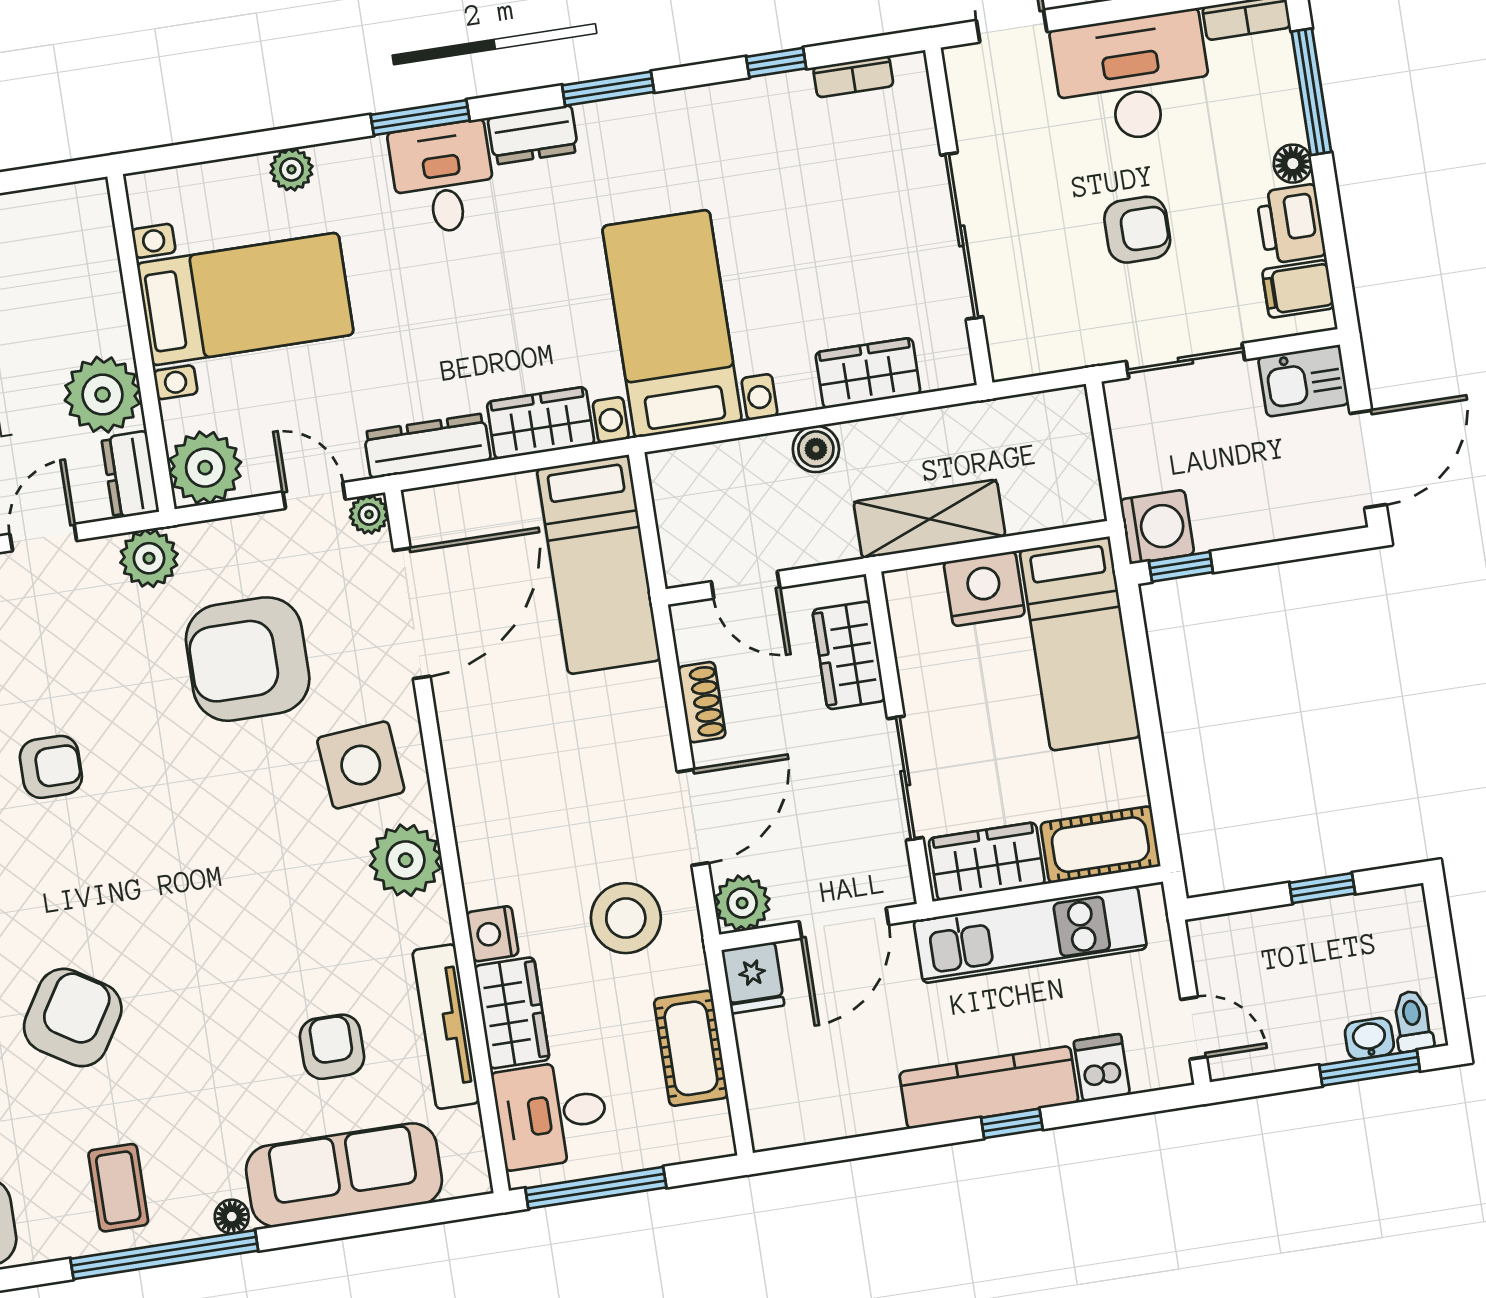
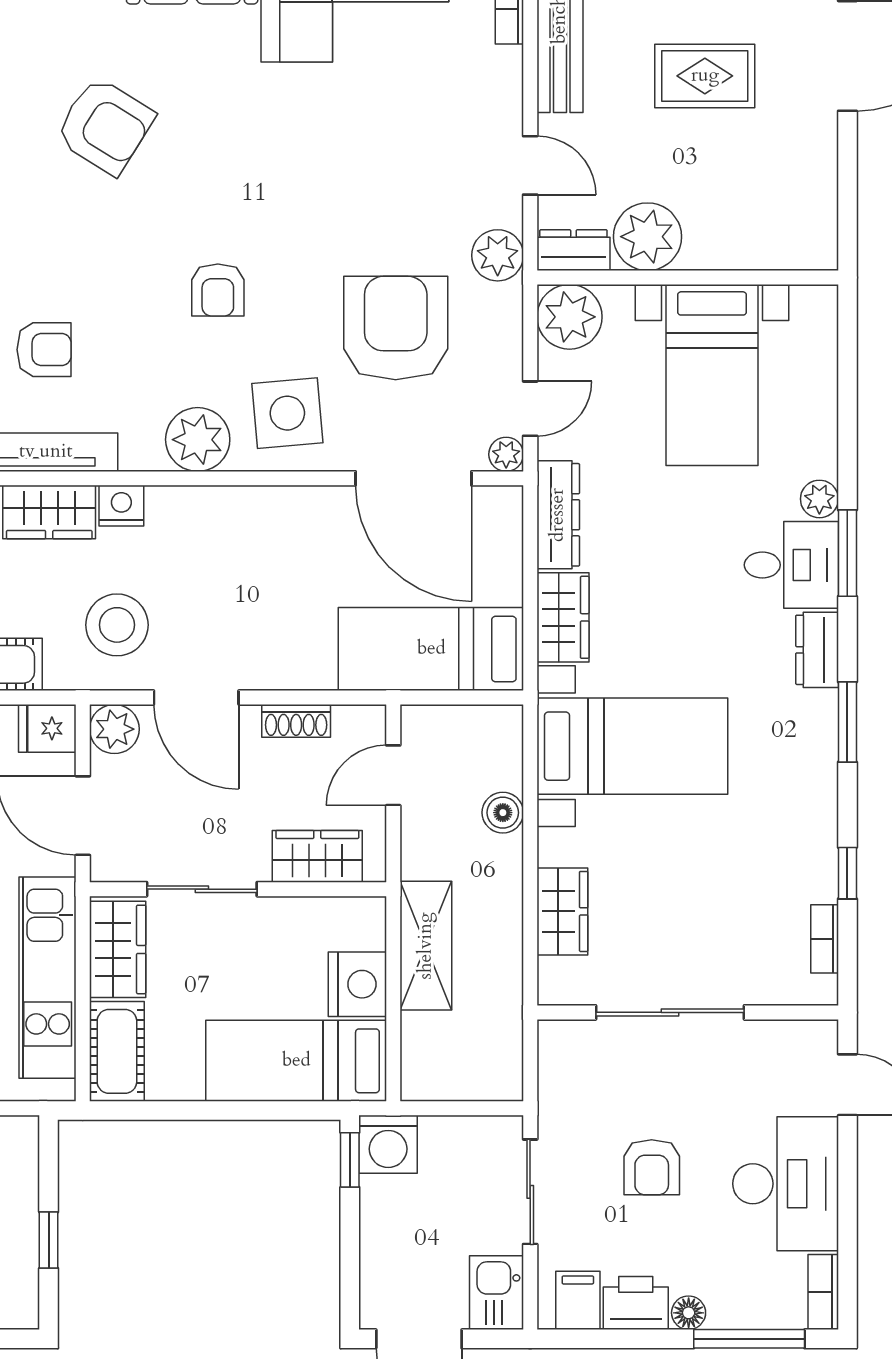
plant: (292, 169) -> (819, 499), moved
boiler: (816, 449) -> (503, 813), moved
armchair: (51, 767) -> (218, 290), moved

